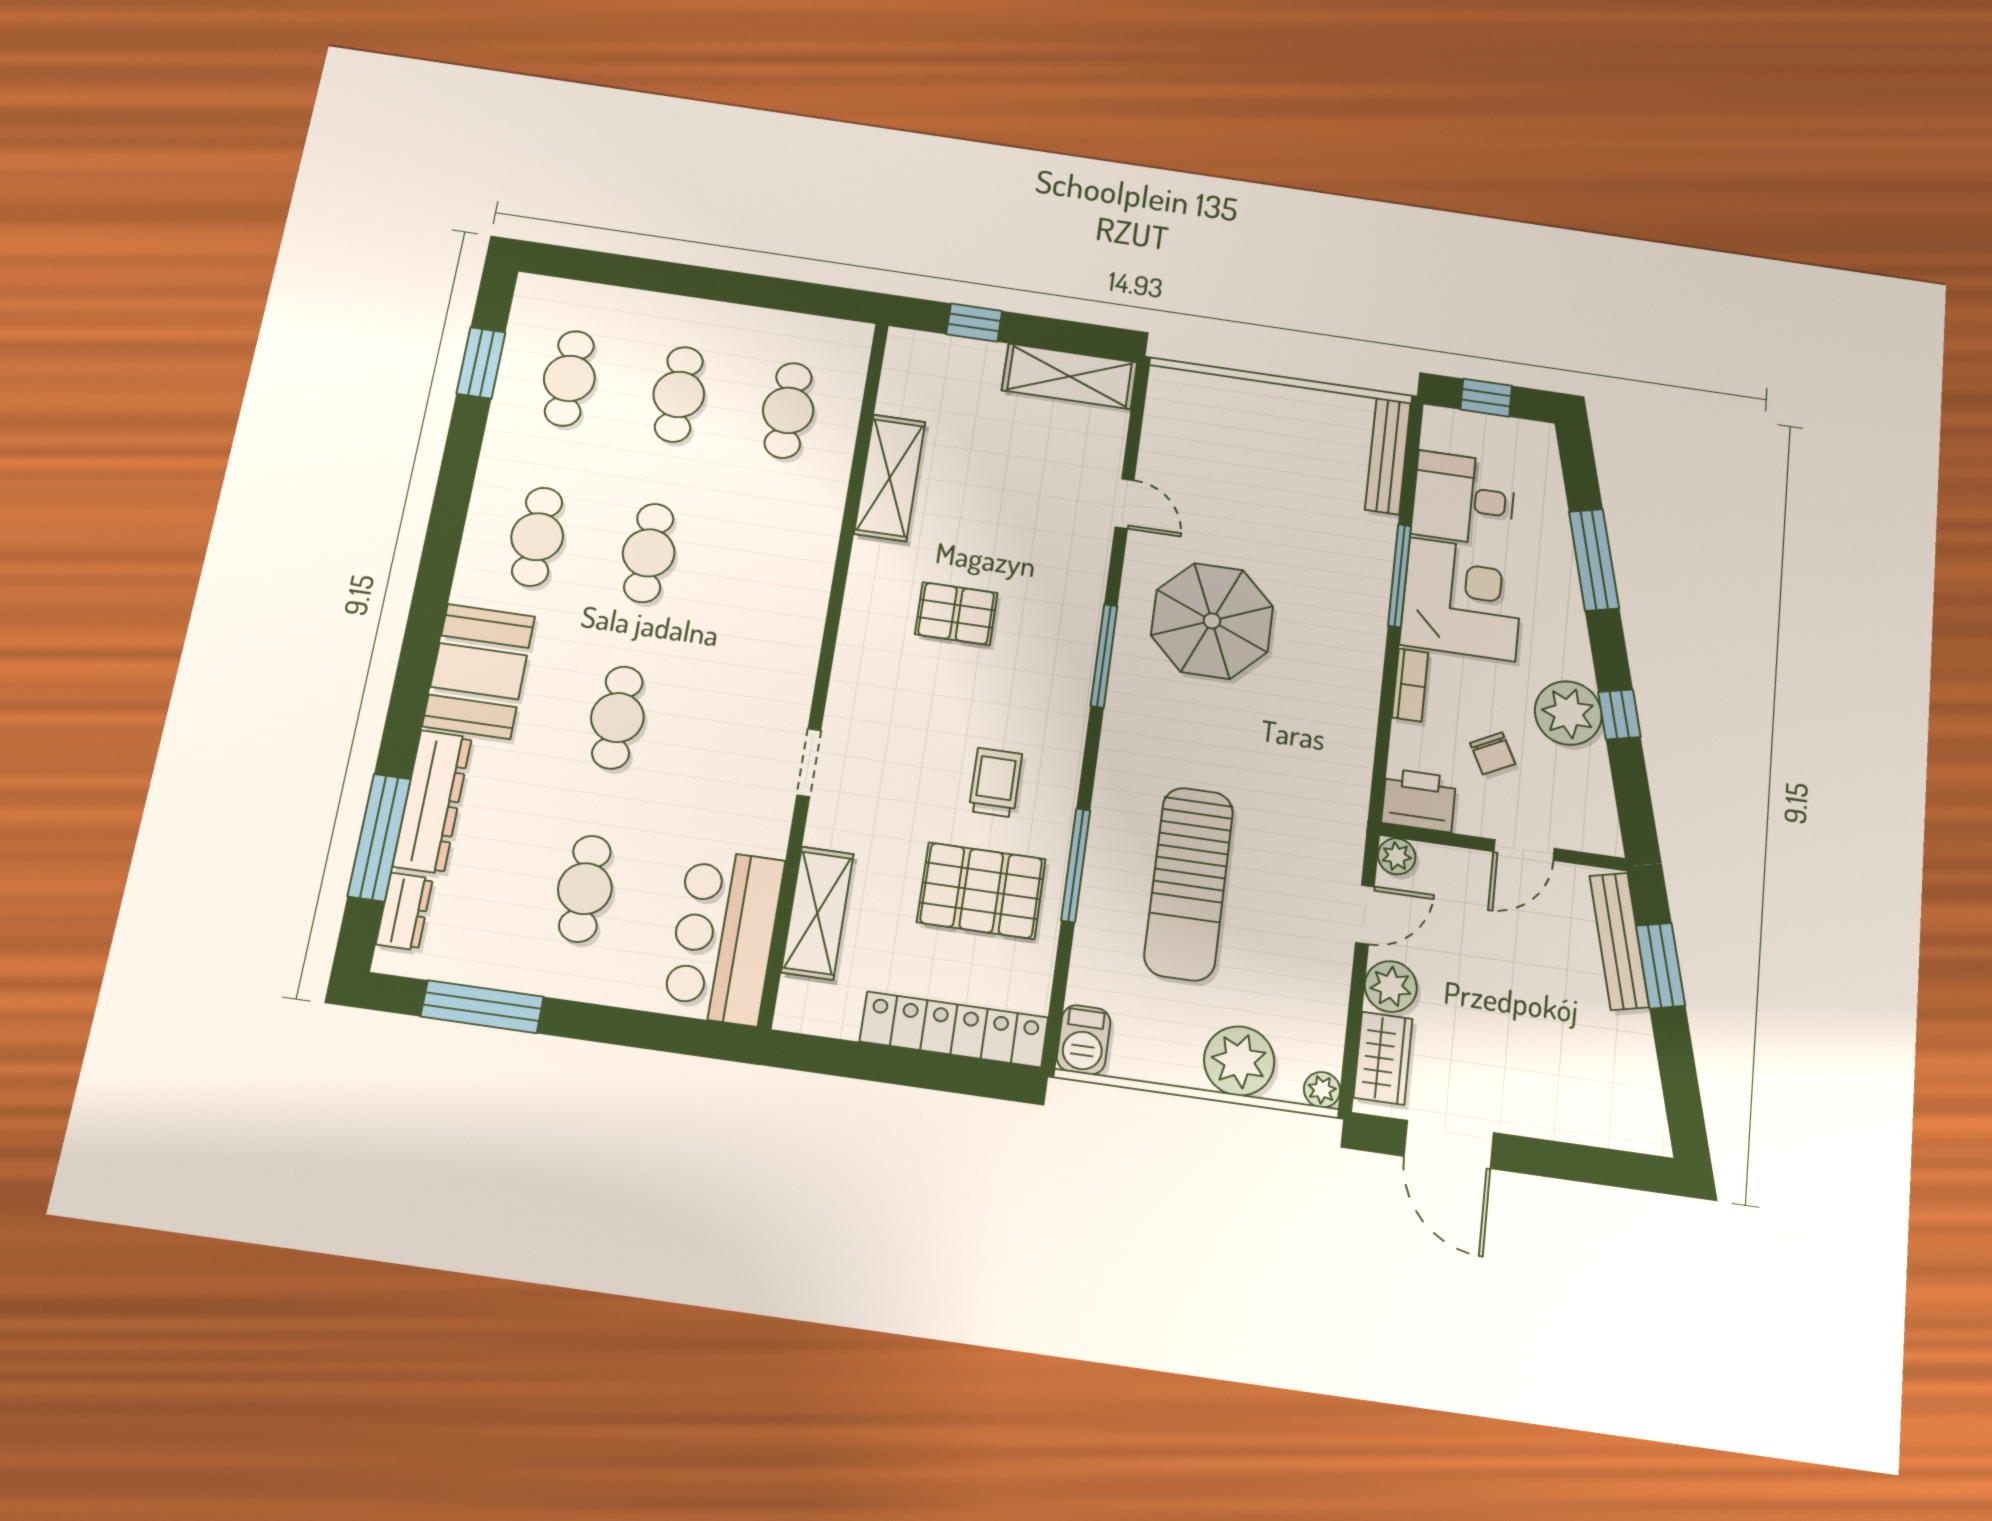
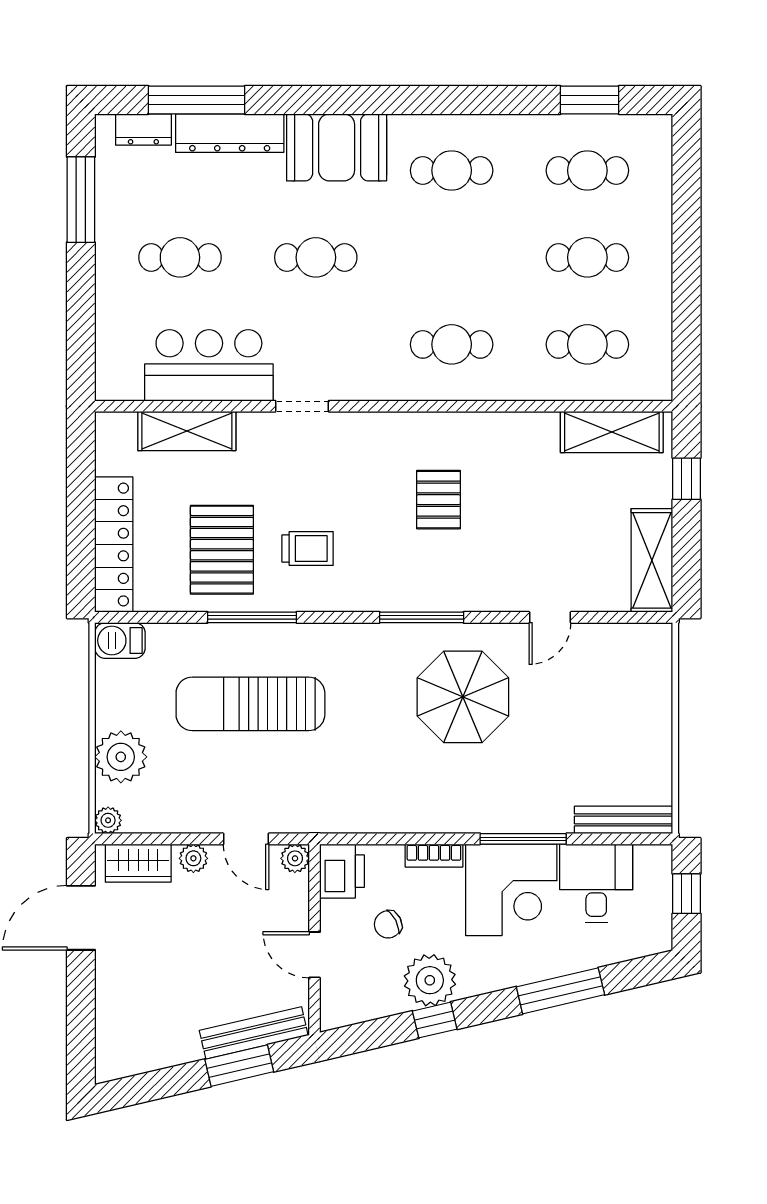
shelving: (890, 478) -> (612, 432), moved
cafe table: (649, 553) -> (452, 344), moved
bar counter: (724, 936) -> (209, 365), moved
plant: (1391, 986) -> (193, 858), width x0.73, depth x0.73

